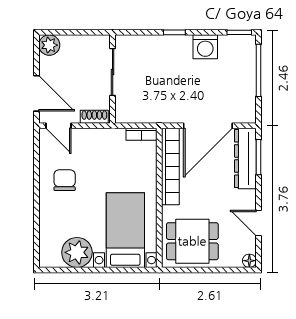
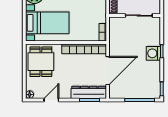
washing machine: (205, 47) -> (153, 53), moved
door: (208, 126) -> (108, 71), swing flipped

